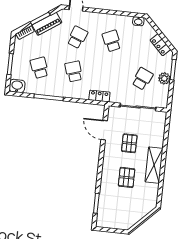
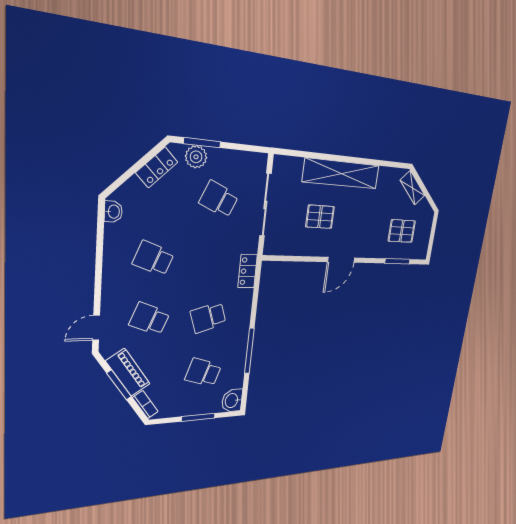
school desk: (112, 41) -> (153, 258), turned 45
school desk: (39, 68) -> (203, 372), turned 39
plant: (164, 78) -> (196, 157), moved
door: (104, 130) -> (341, 260), moved
shelving: (154, 165) -> (341, 174), width x1.47
pallet: (127, 177) -> (402, 231), moved
shelving: (145, 211) -> (413, 188), added

